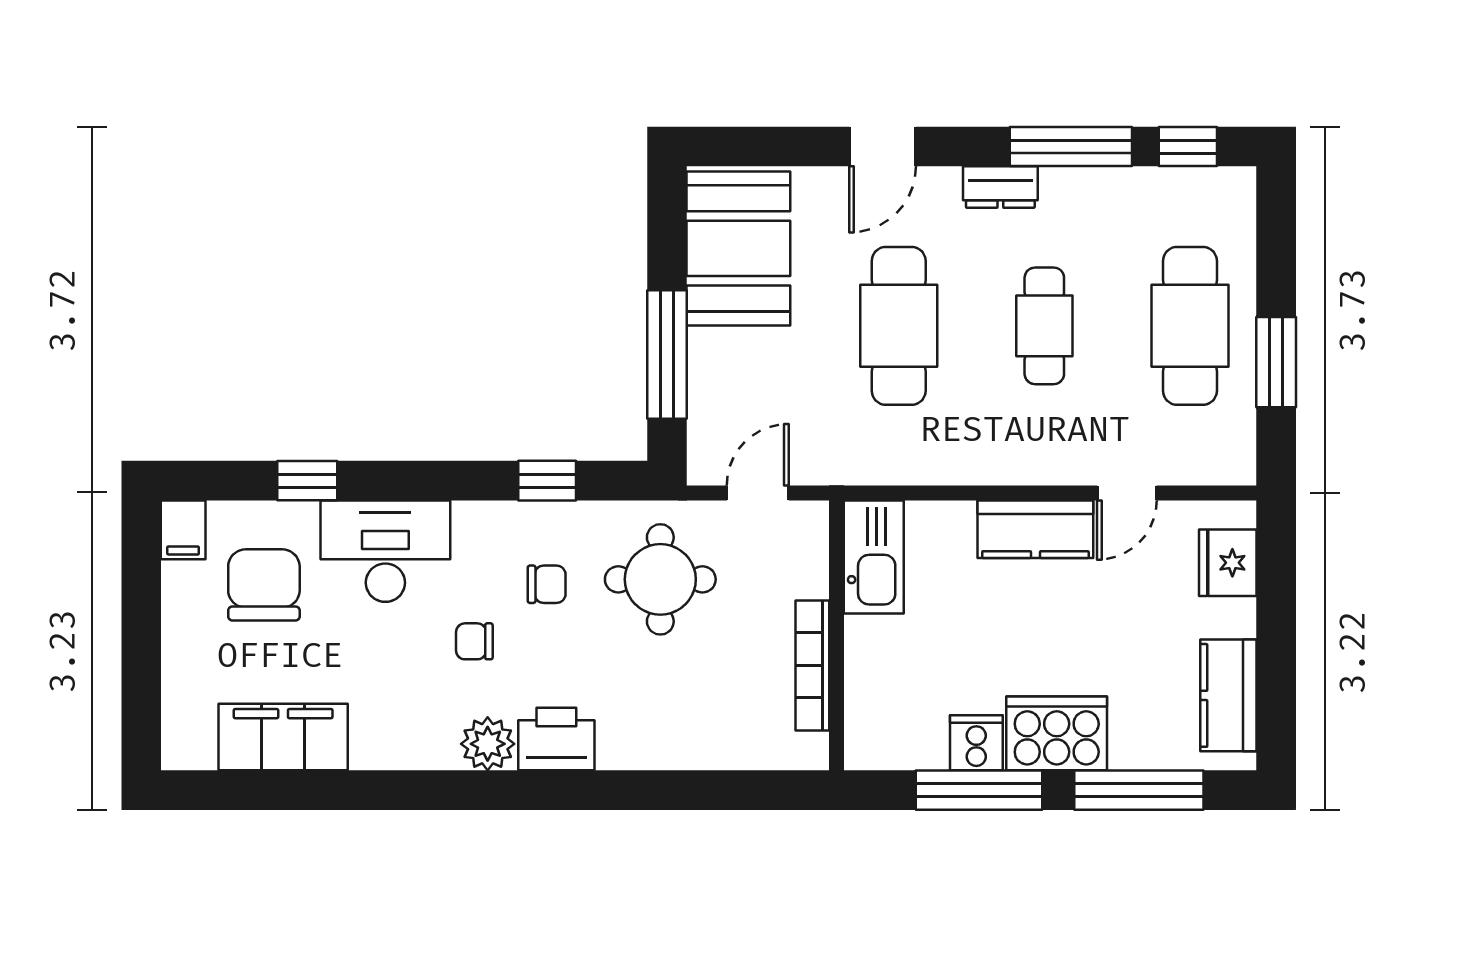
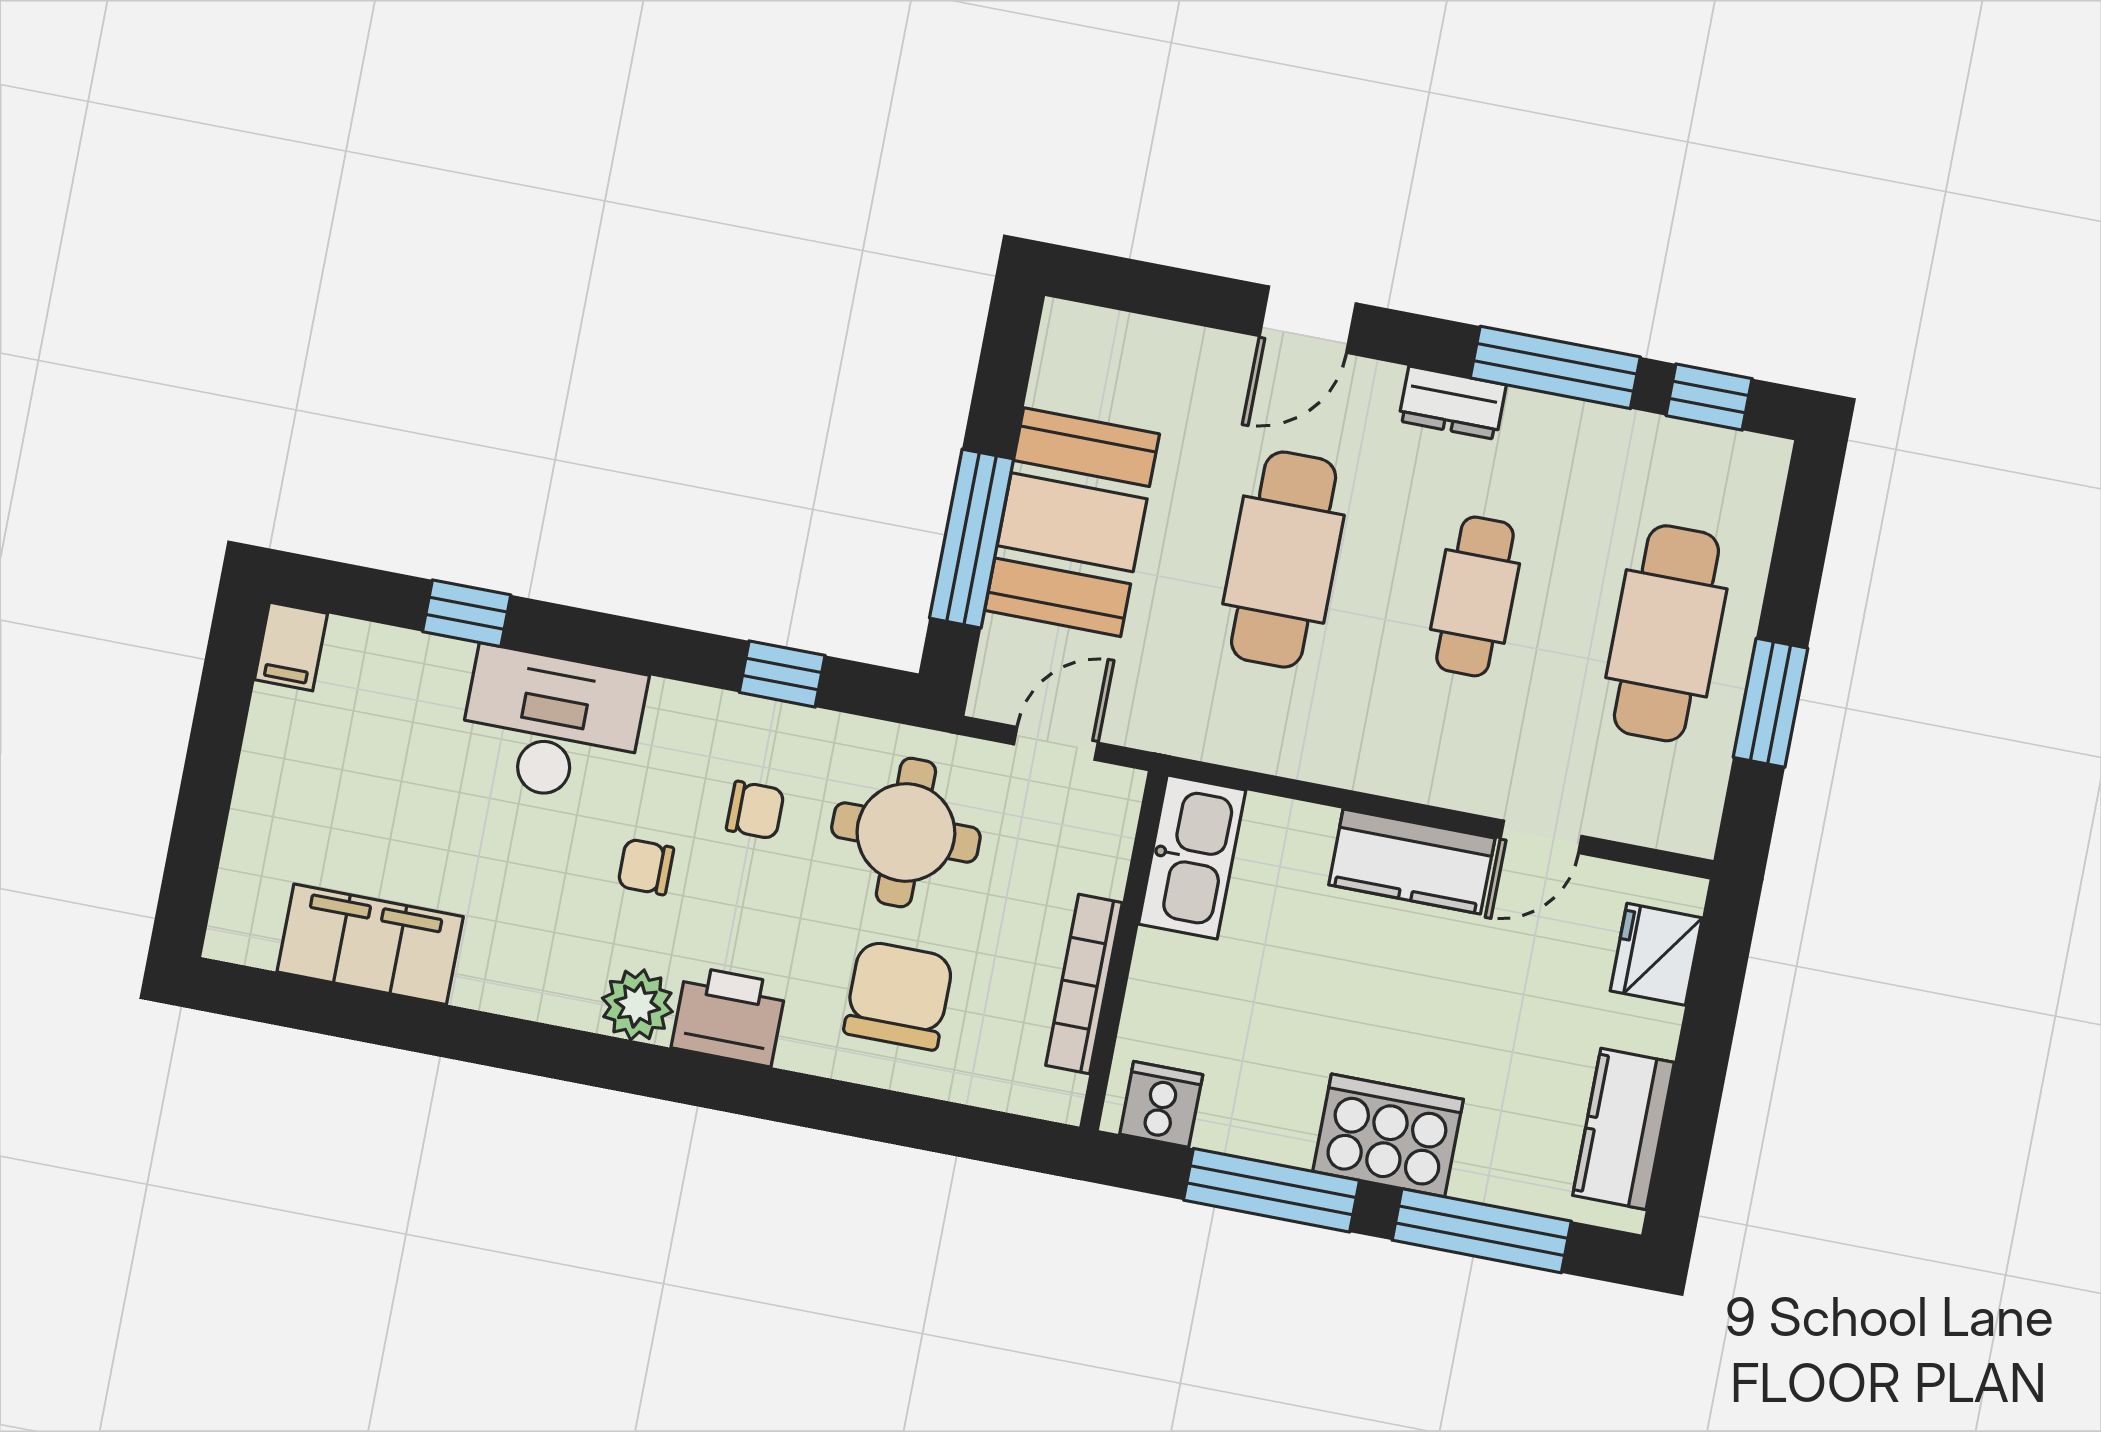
booth: (738, 248) -> (1072, 522), moved
chair: (264, 585) -> (899, 995), moved
cooker: (976, 743) -> (1161, 1104), moved

